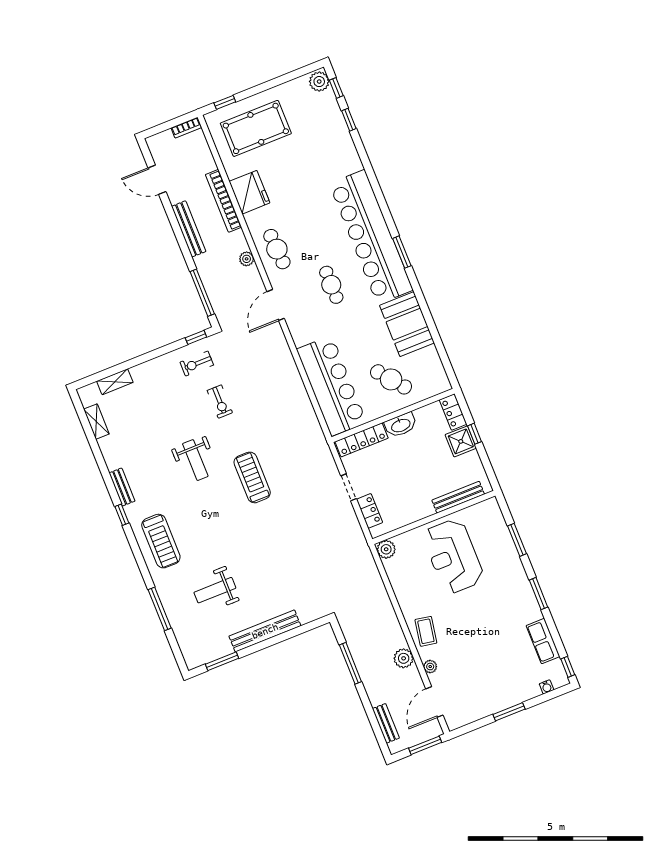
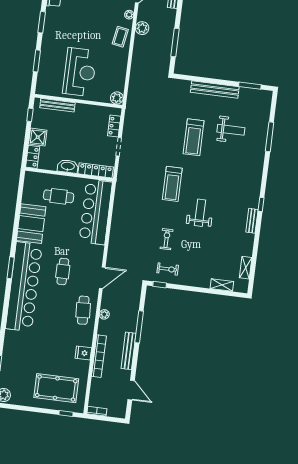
fridge: (249, 192) -> (83, 353), width x0.53, depth x0.75
window: (202, 293) -> (139, 327), moved
cafe table: (391, 379) -> (59, 196), turned -51
window: (475, 434) -> (30, 115), moved
treadmill: (161, 541) -> (194, 137), moved, turned 180

